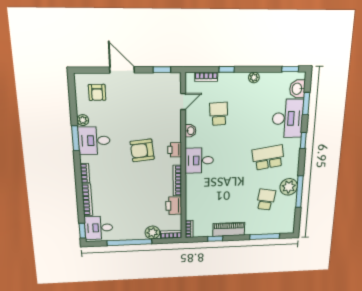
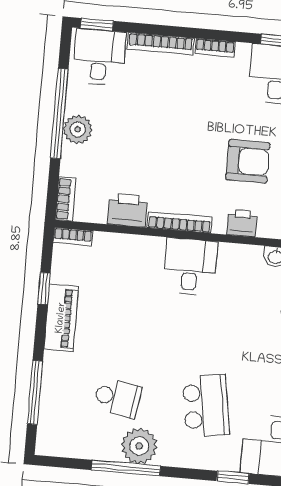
armchair: (142, 150) -> (248, 161), turned 96
desk: (199, 160) -> (190, 267), moved
plant: (152, 233) -> (78, 129), moved

